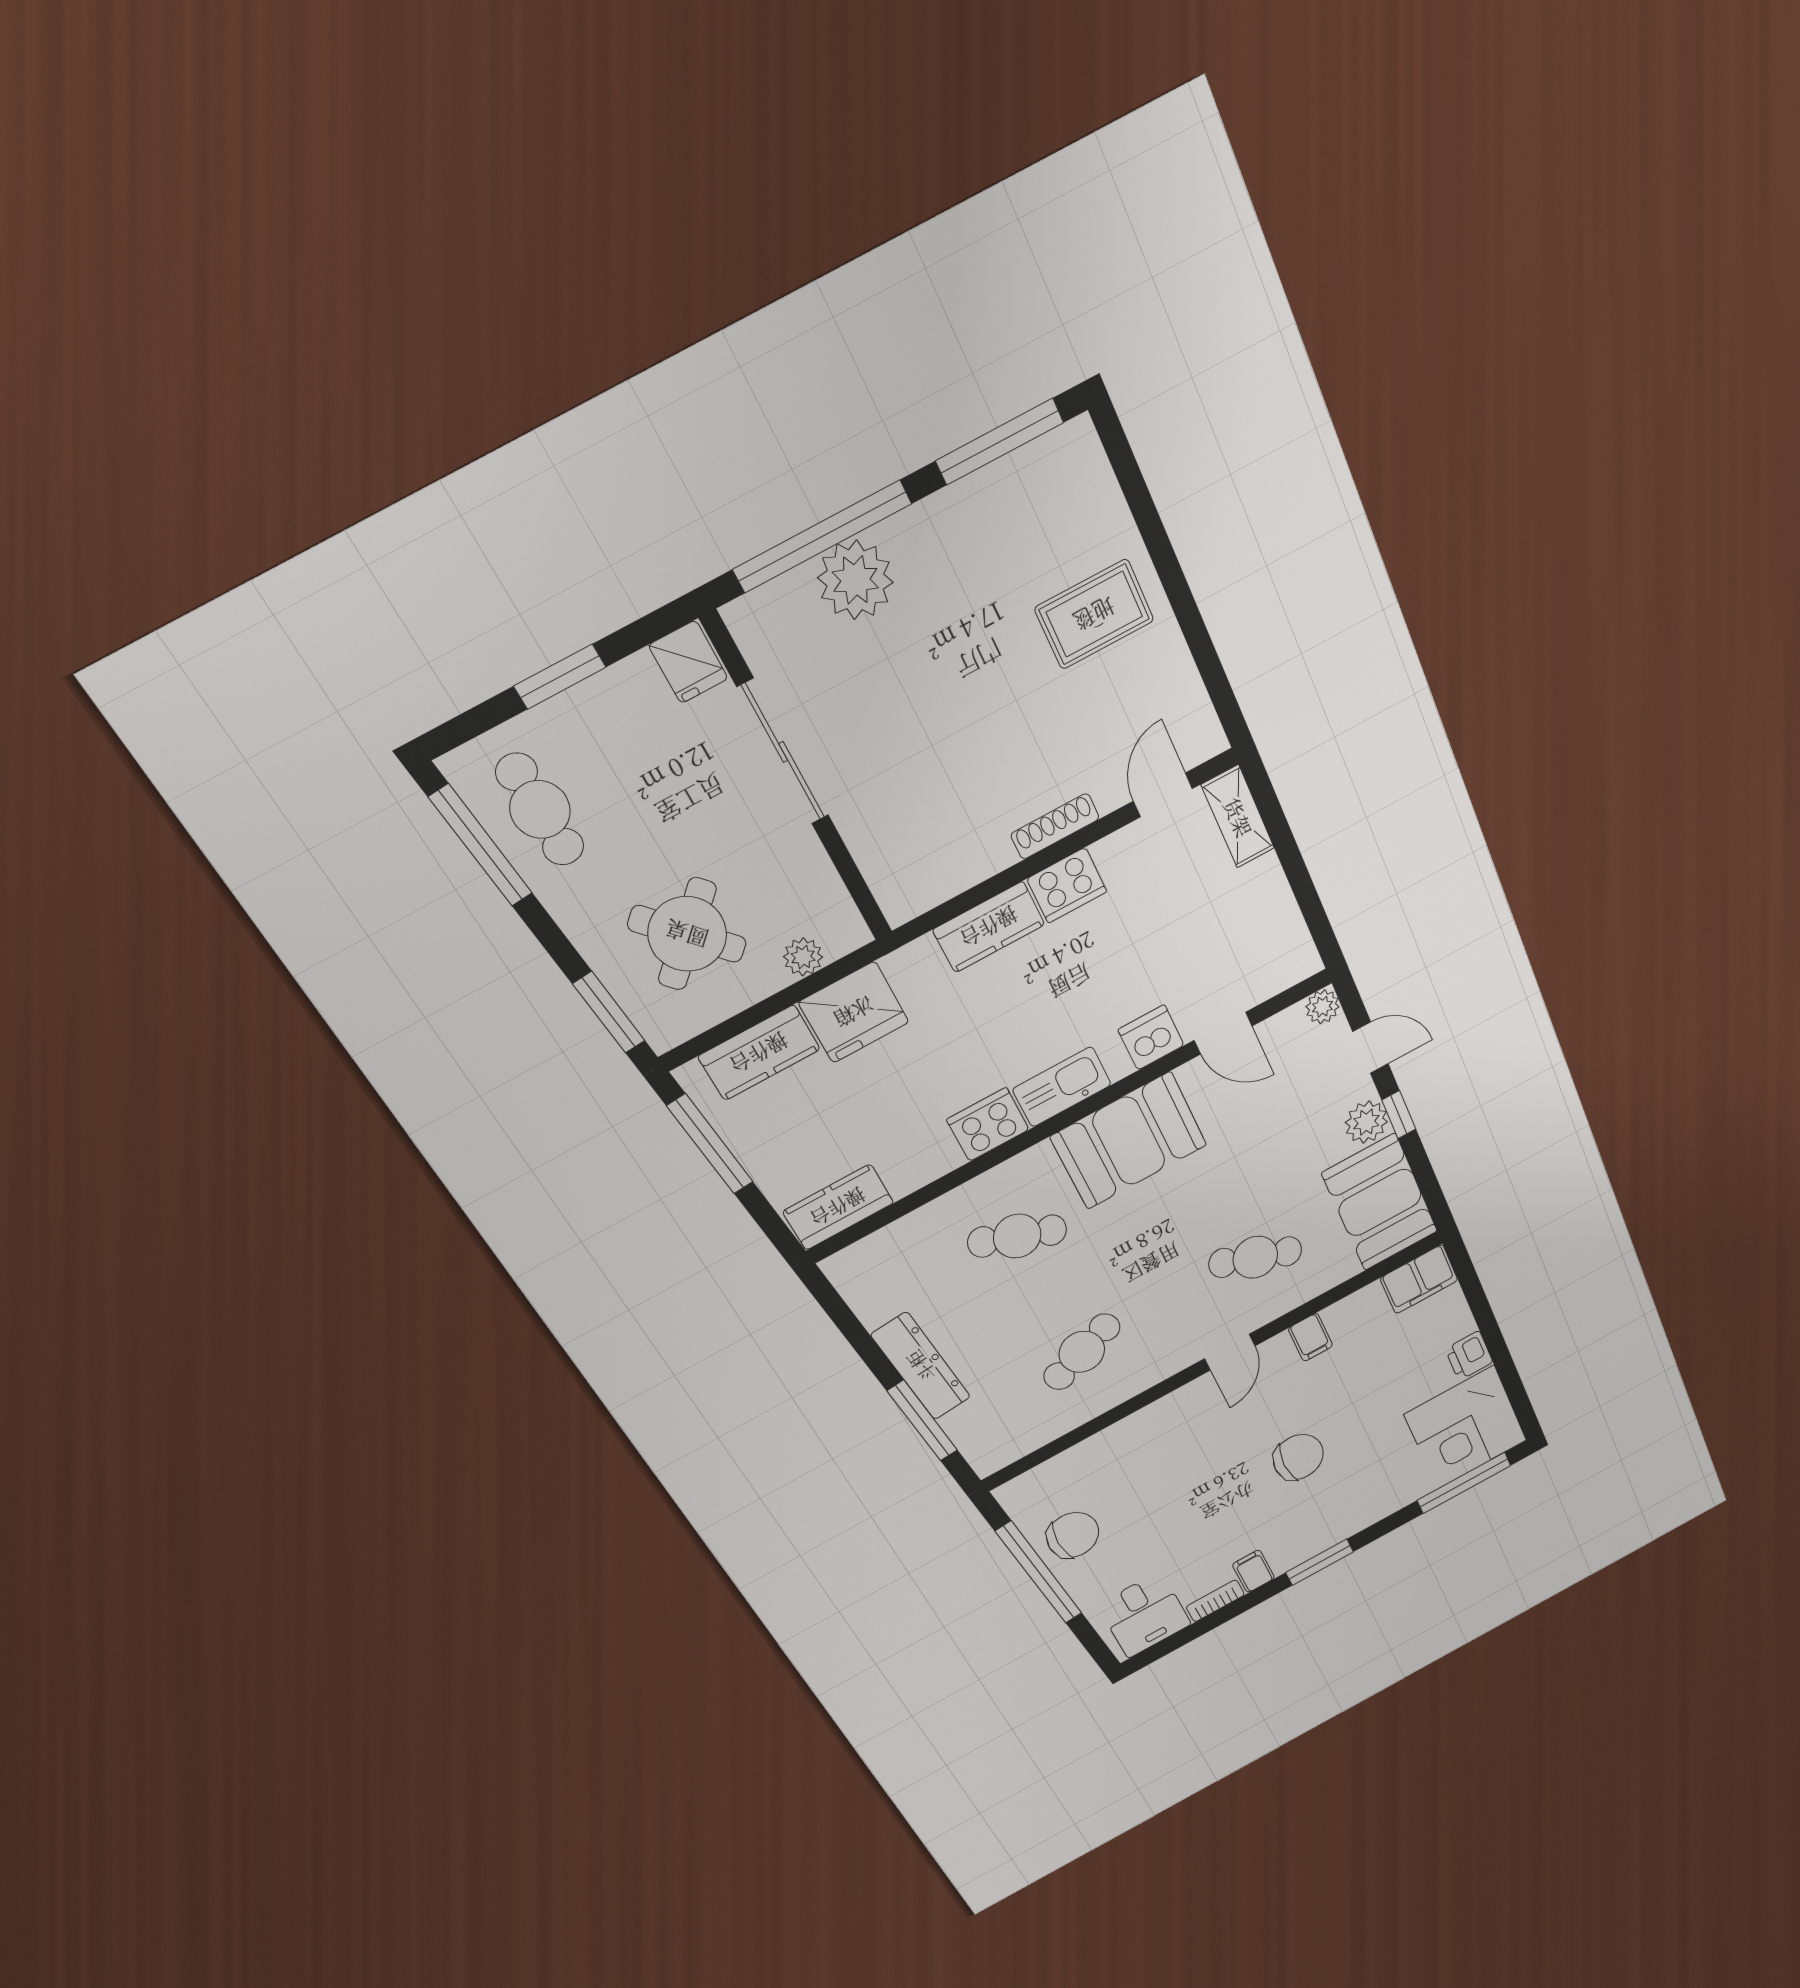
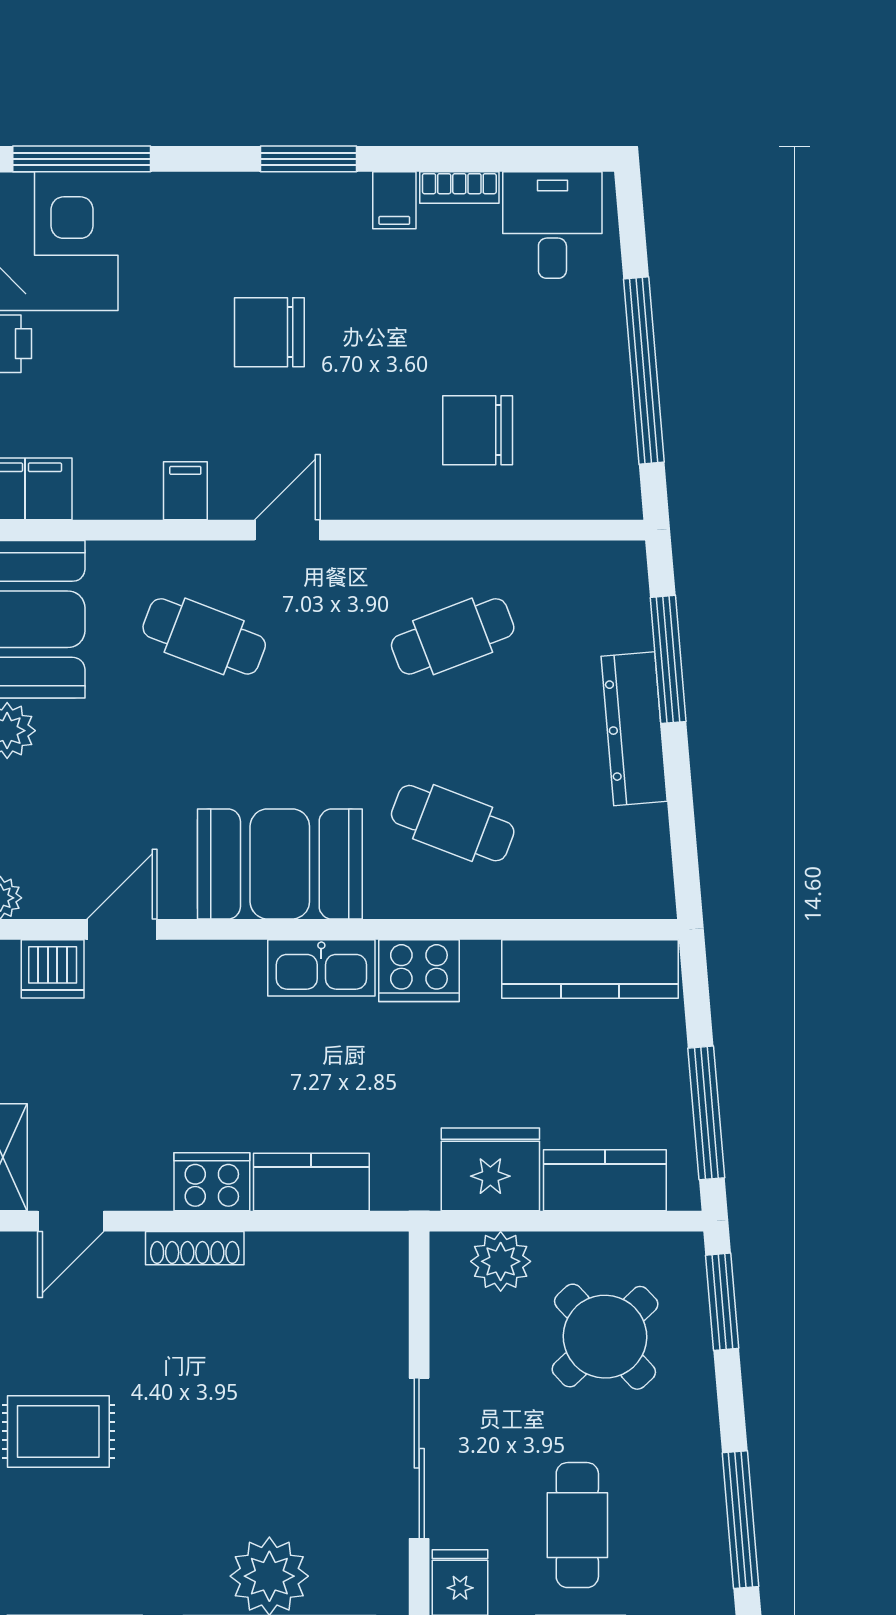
cafe table: (540, 810) -> (577, 1525), moved
plant: (803, 957) -> (501, 1261), width x1.38, depth x1.38
door: (1223, 1033) -> (122, 929), hinge flipped
dishwasher: (1151, 1037) -> (53, 969), moved
kitchen counter: (838, 1207) -> (590, 969), width x1.50
chair: (1073, 1535) -> (478, 430), moved

